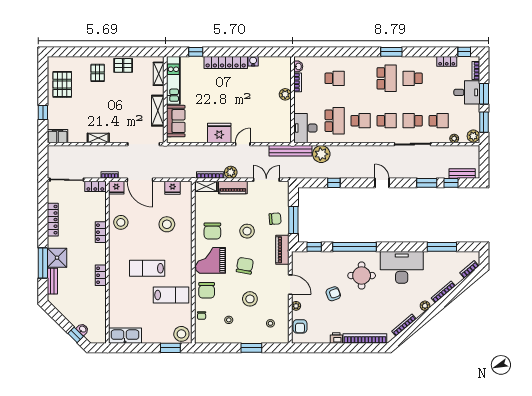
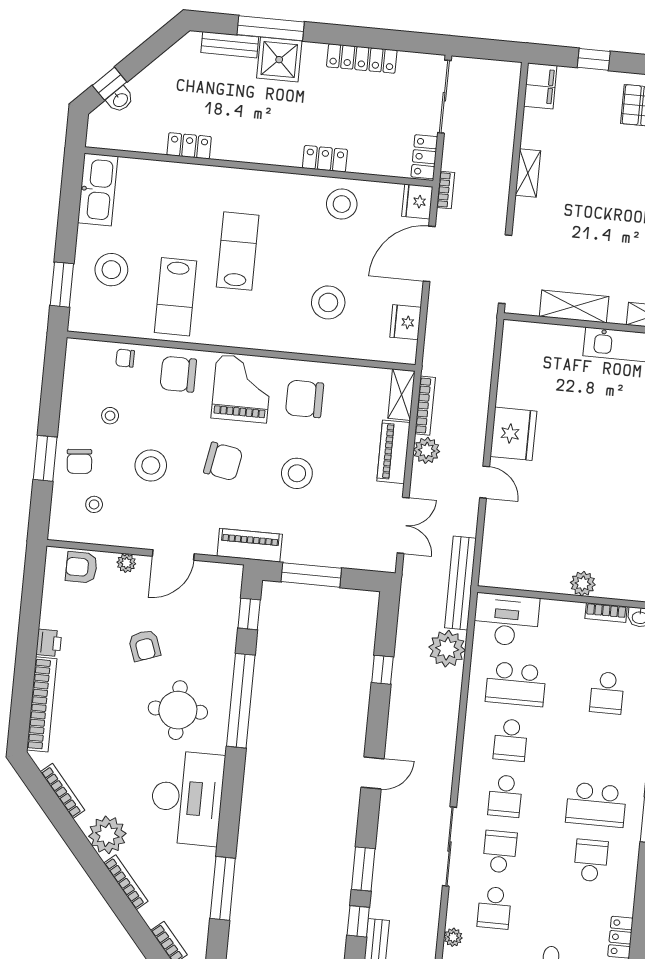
sofa: (176, 121) -> (548, 343), removed
chair: (275, 219) -> (79, 461), moved
locker: (101, 275) -> (189, 146), moved
plant: (425, 306) -> (107, 835), width x1.87, depth x1.87
stool: (181, 334) -> (111, 270), moved

